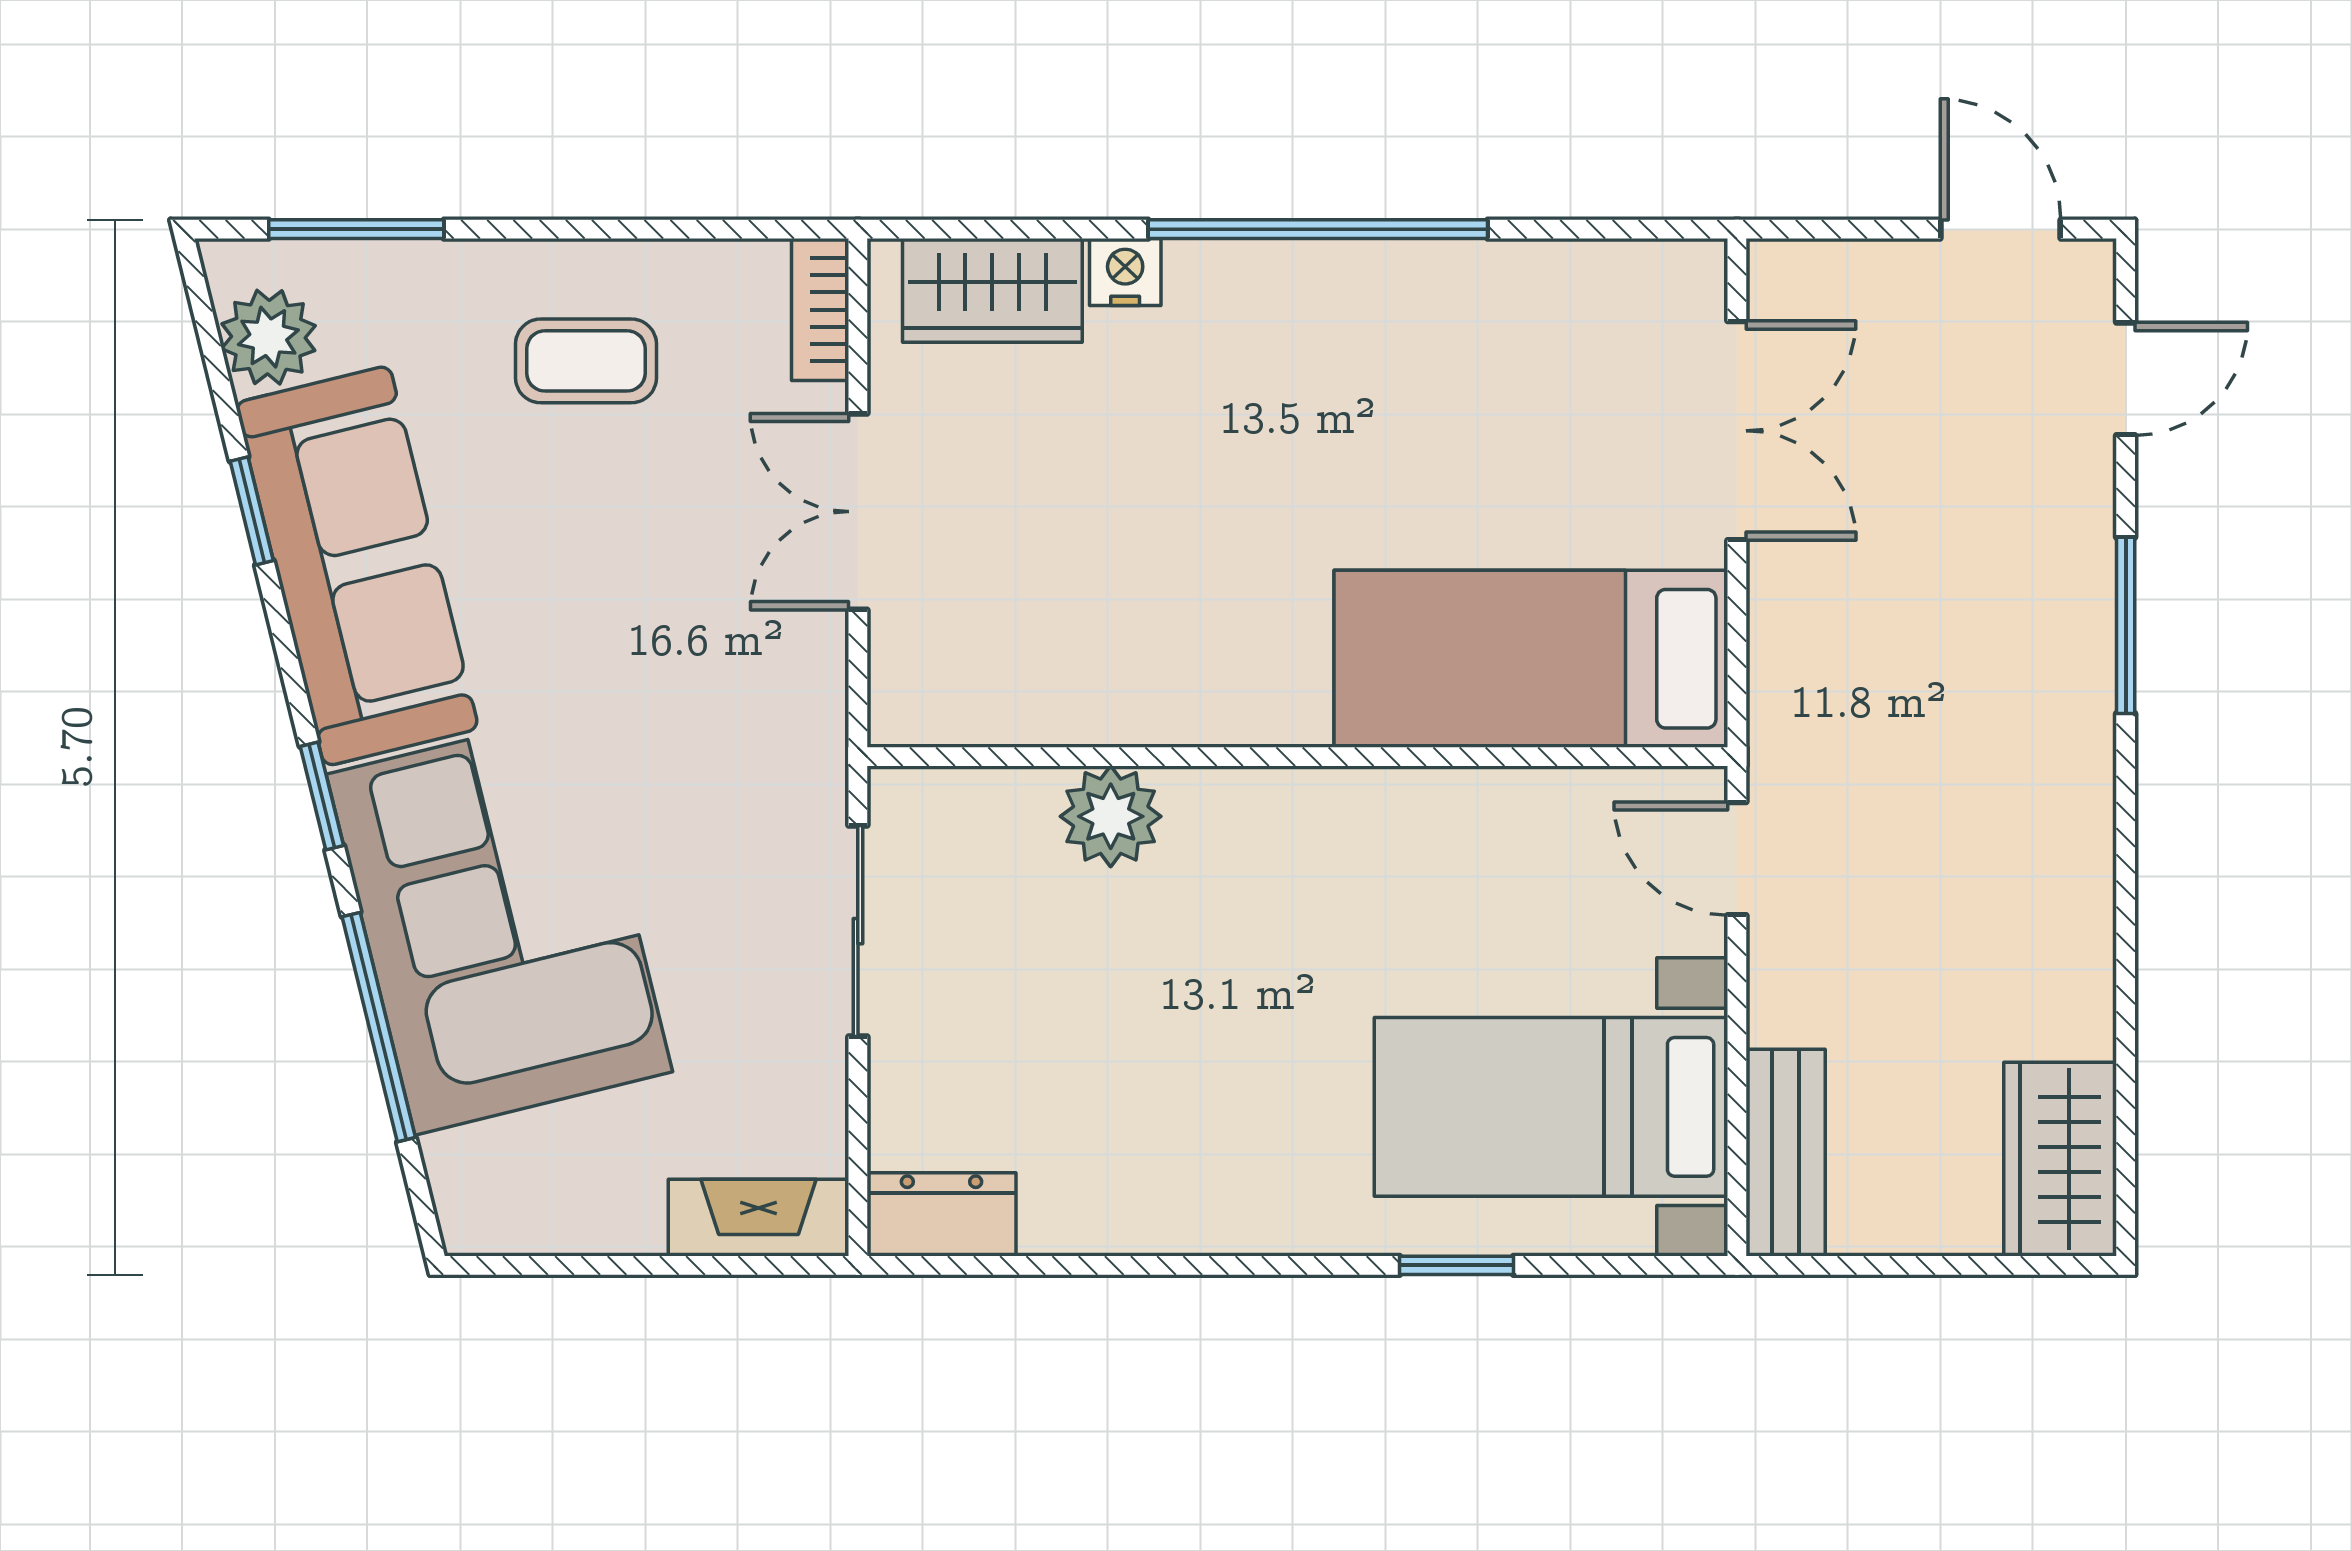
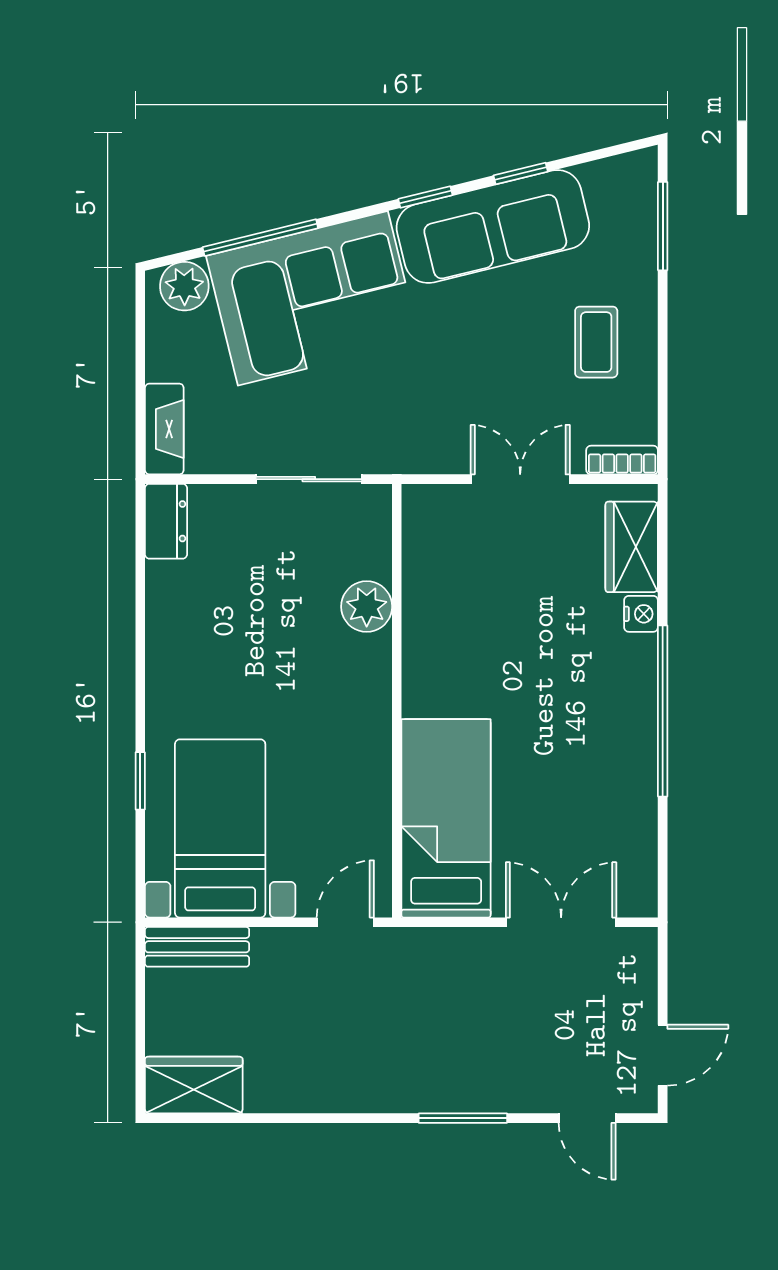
plant: (268, 337) -> (184, 286), moved
double door: (1737, 431) -> (561, 922), swing flipped
window: (322, 796) -> (425, 197), moved

